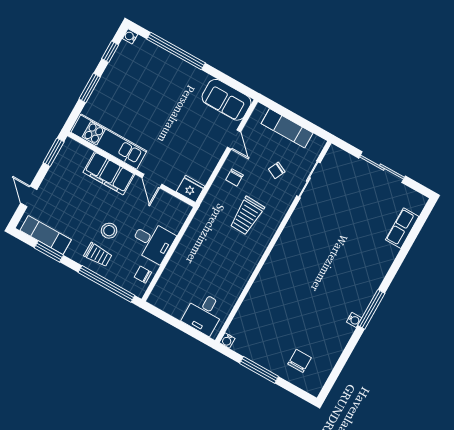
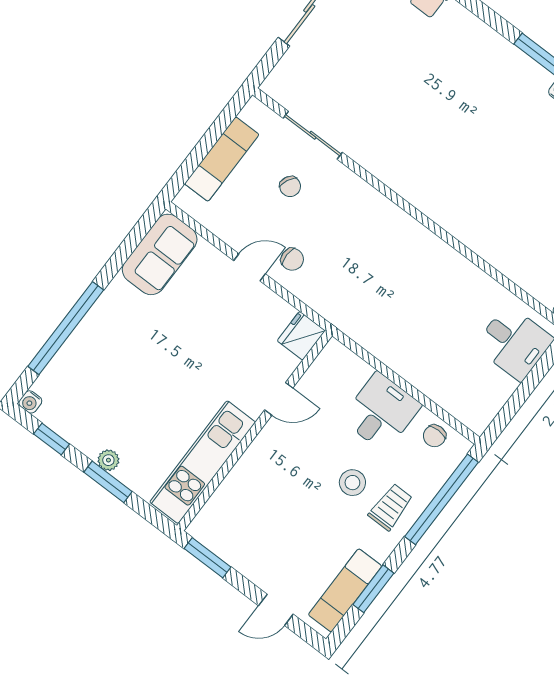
plant: (102, 87) -> (108, 460), added
door: (234, 139) -> (249, 267), moved
filing cabinet: (109, 173) -> (256, 469), removed
trolley: (247, 216) -> (360, 247), removed

